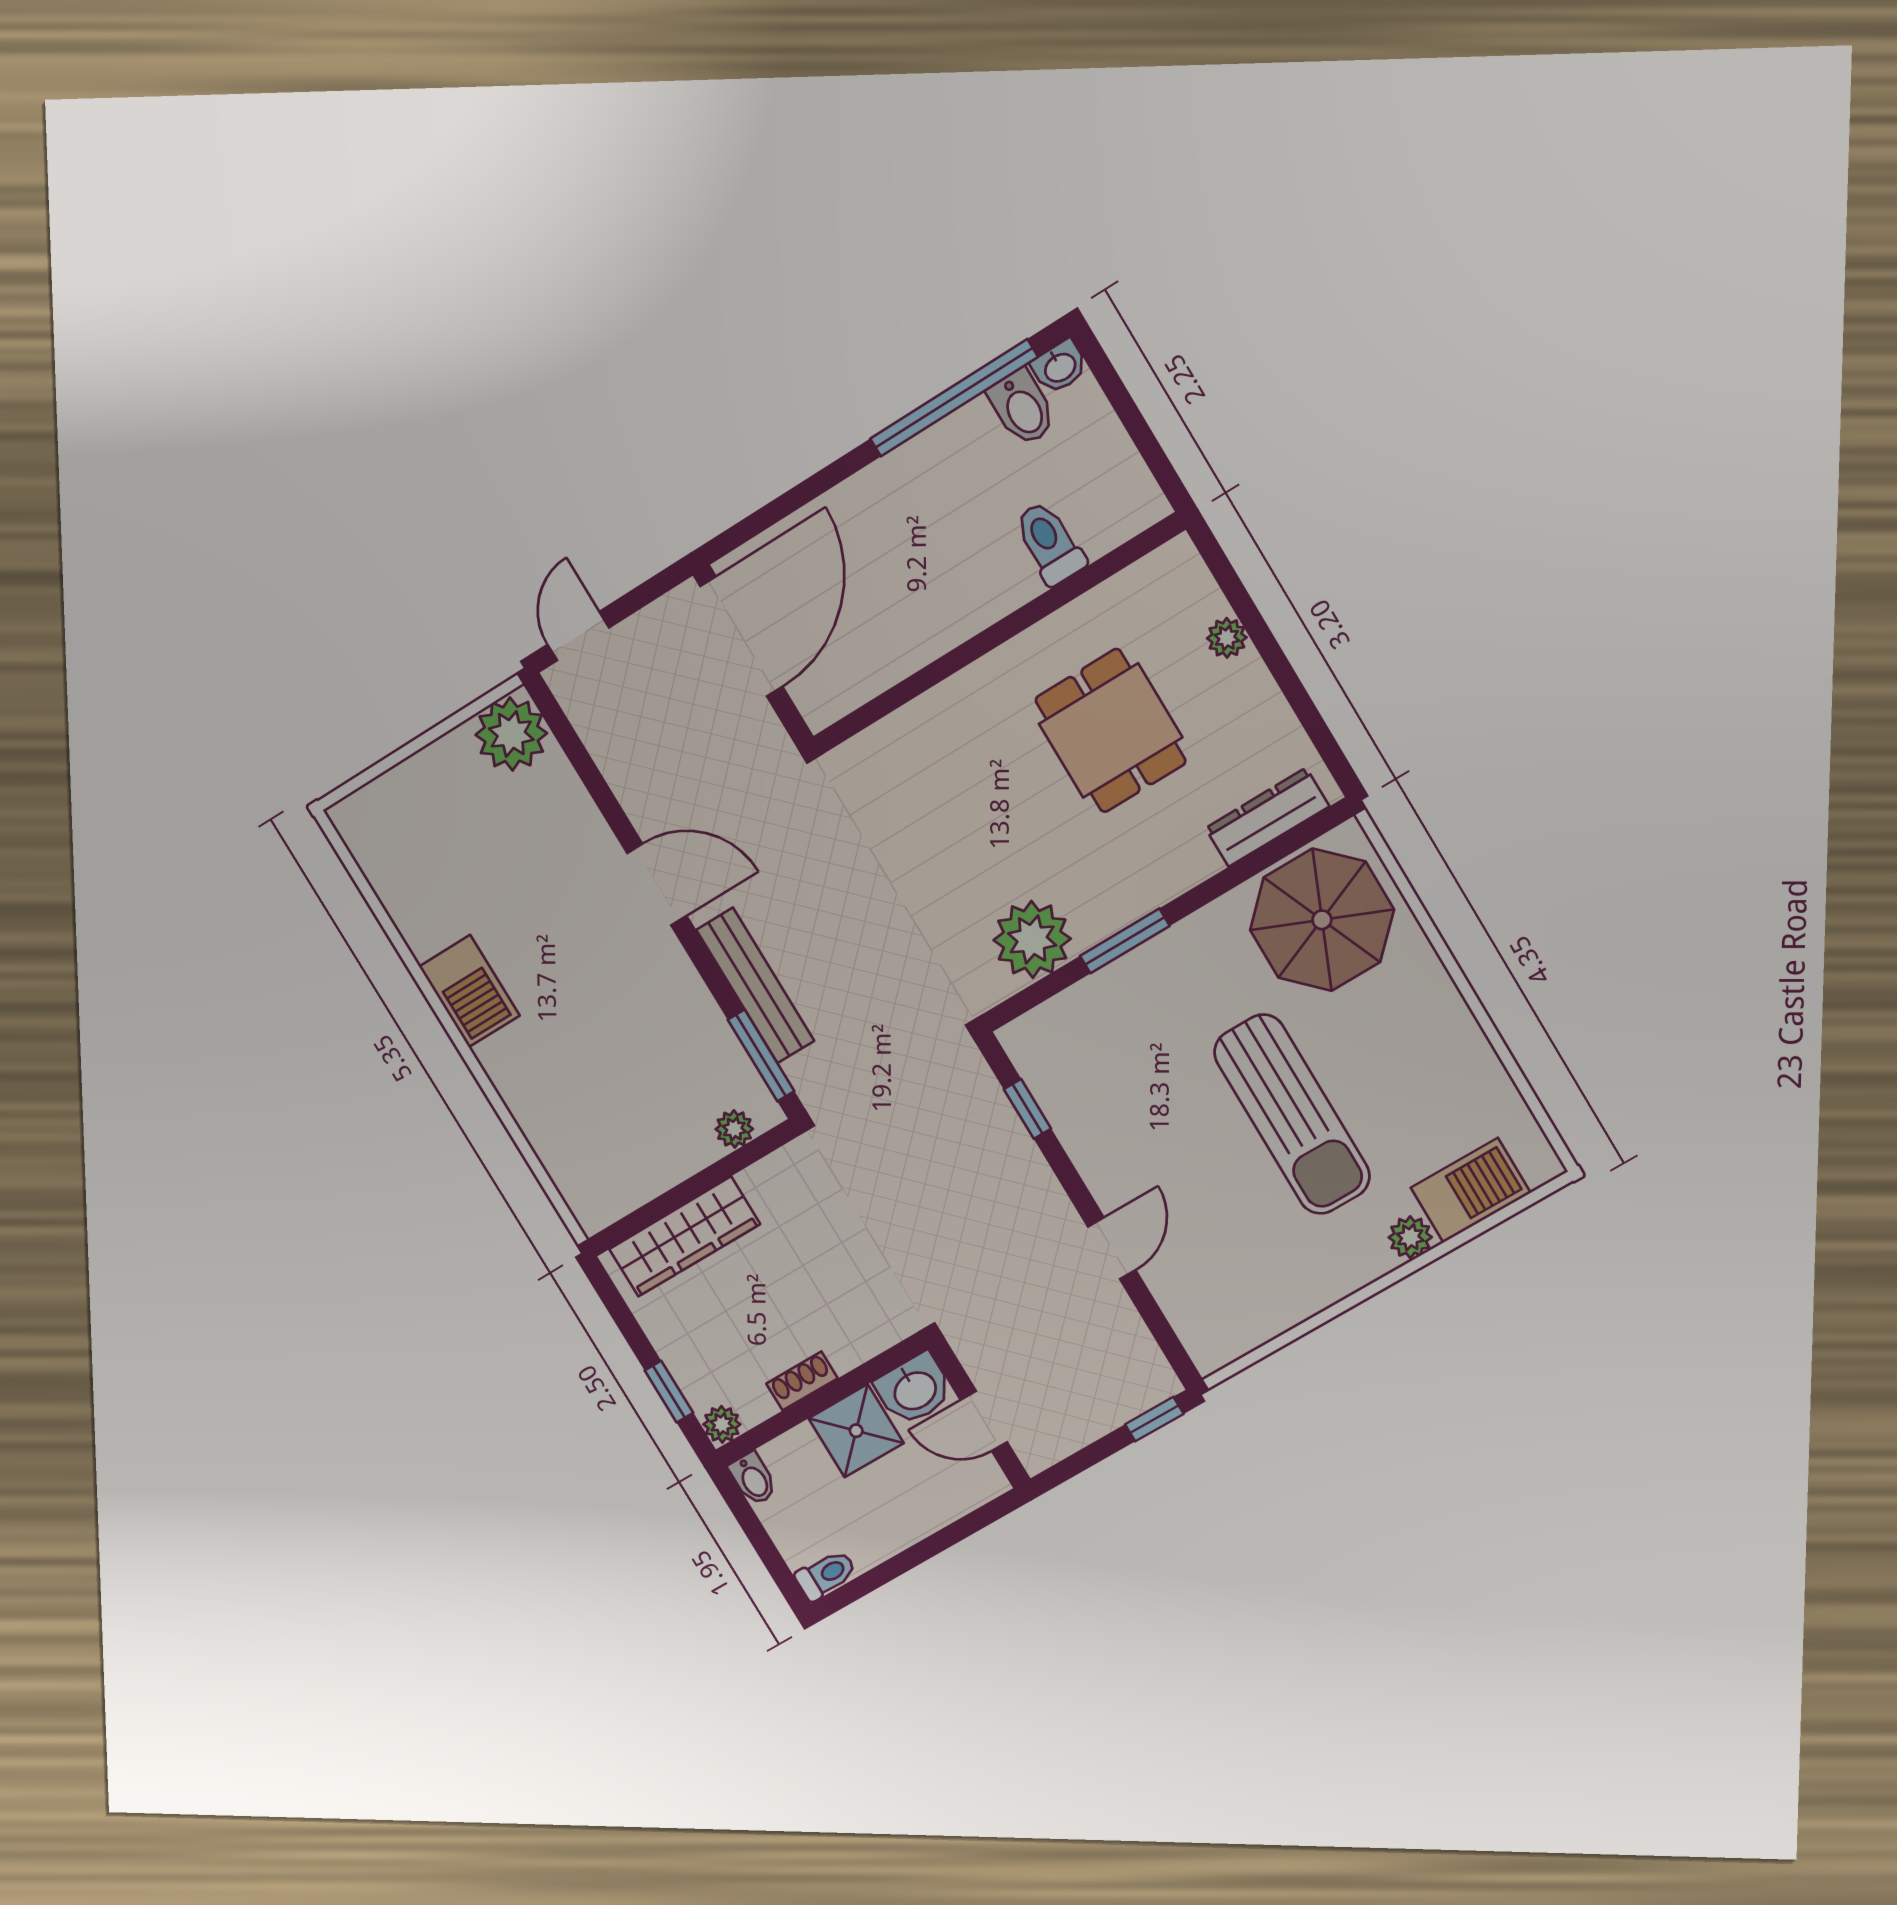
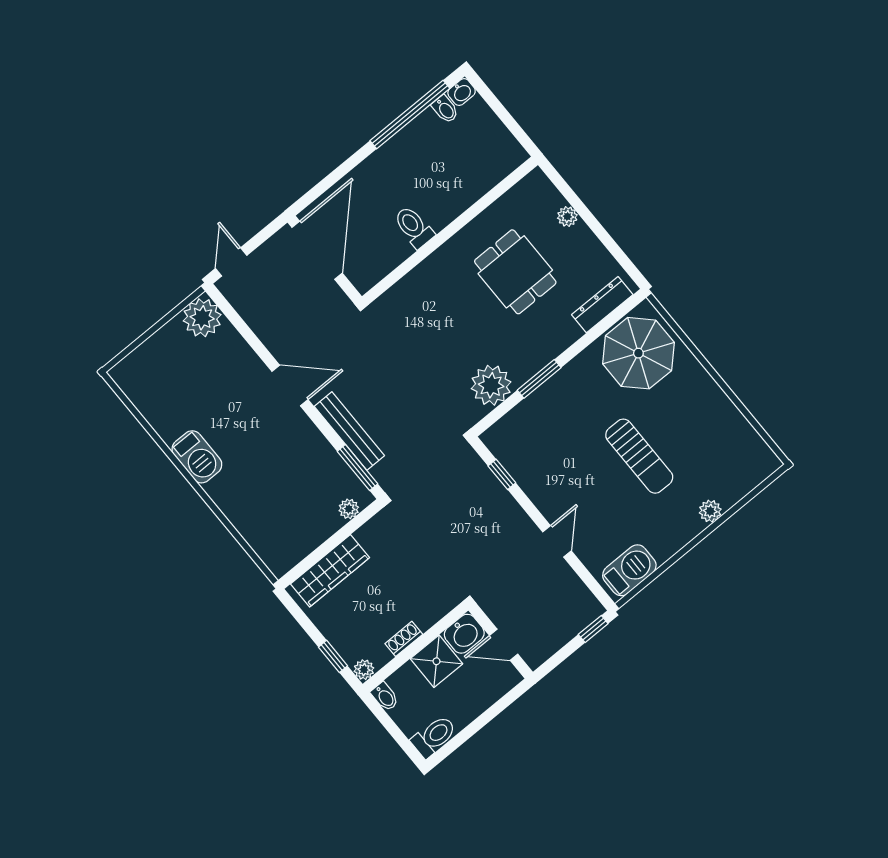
bidet: (1022, 408) -> (445, 109), width x0.72, depth x0.74
toilet: (1049, 543) -> (414, 227), moved
sun lounger: (1292, 1114) -> (639, 456), width x0.73, depth x0.75
barbecue: (1471, 1190) -> (629, 570), moved
toilet: (826, 1575) -> (434, 736), width x1.37, depth x1.39

